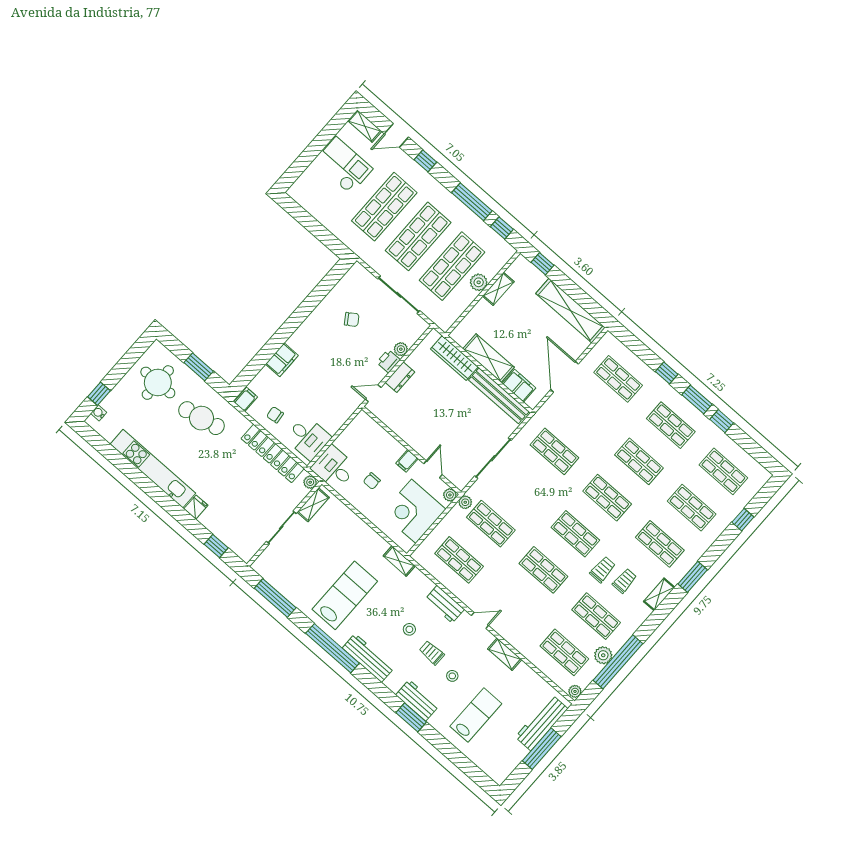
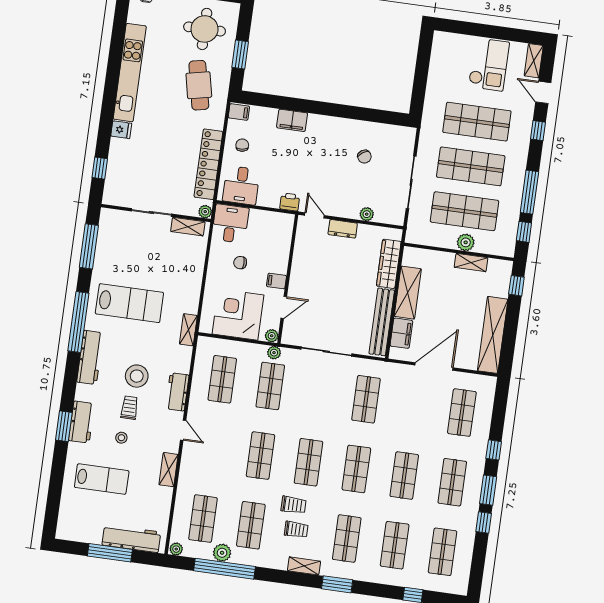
printer: (388, 361) -> (290, 202), moved
stool: (409, 629) -> (137, 376), width x1.89, depth x1.89

